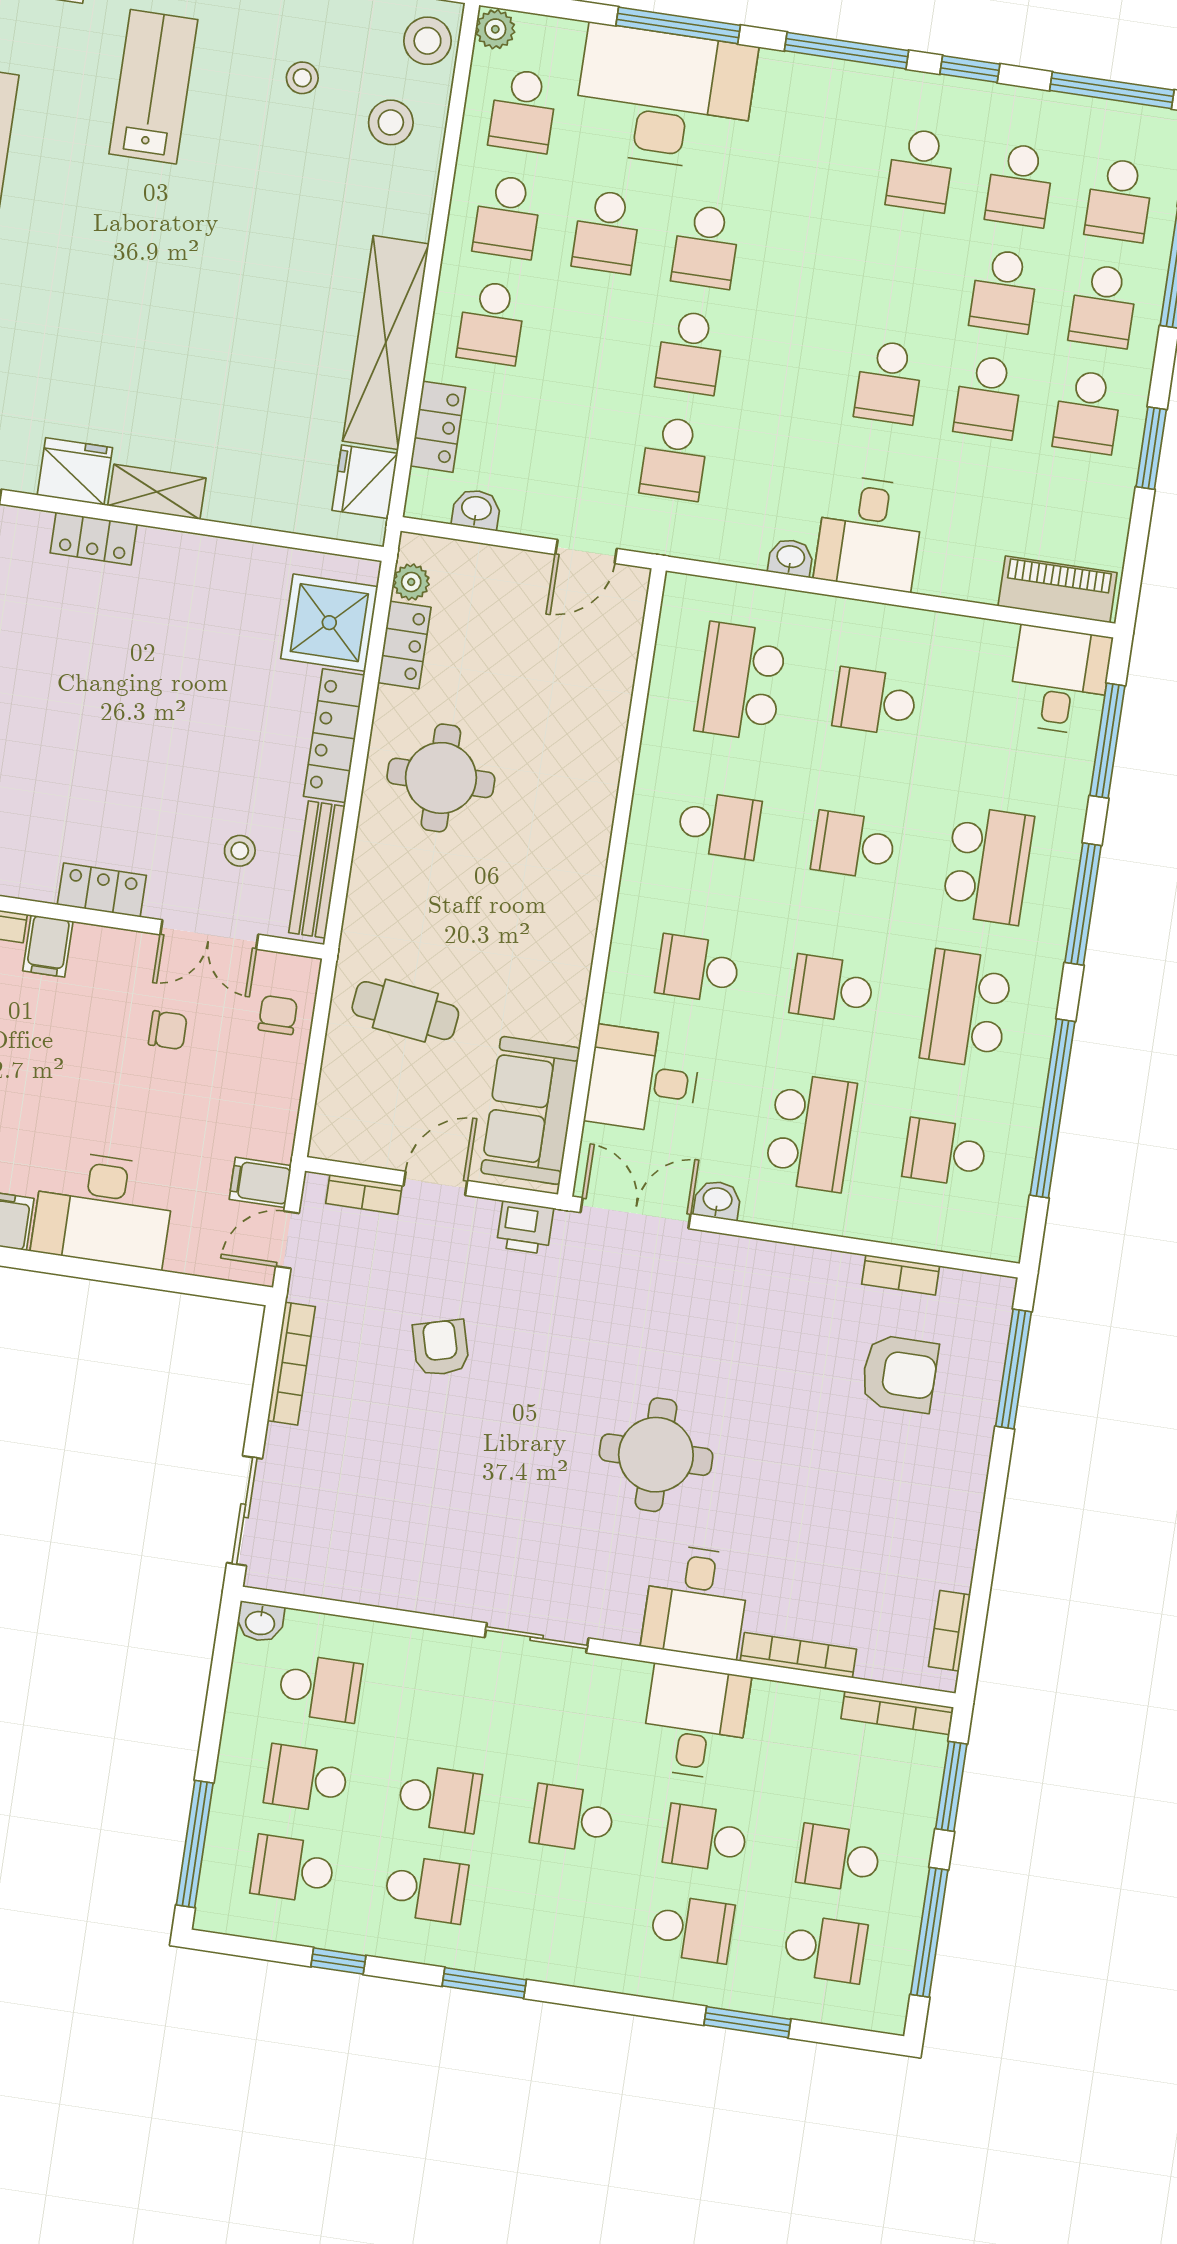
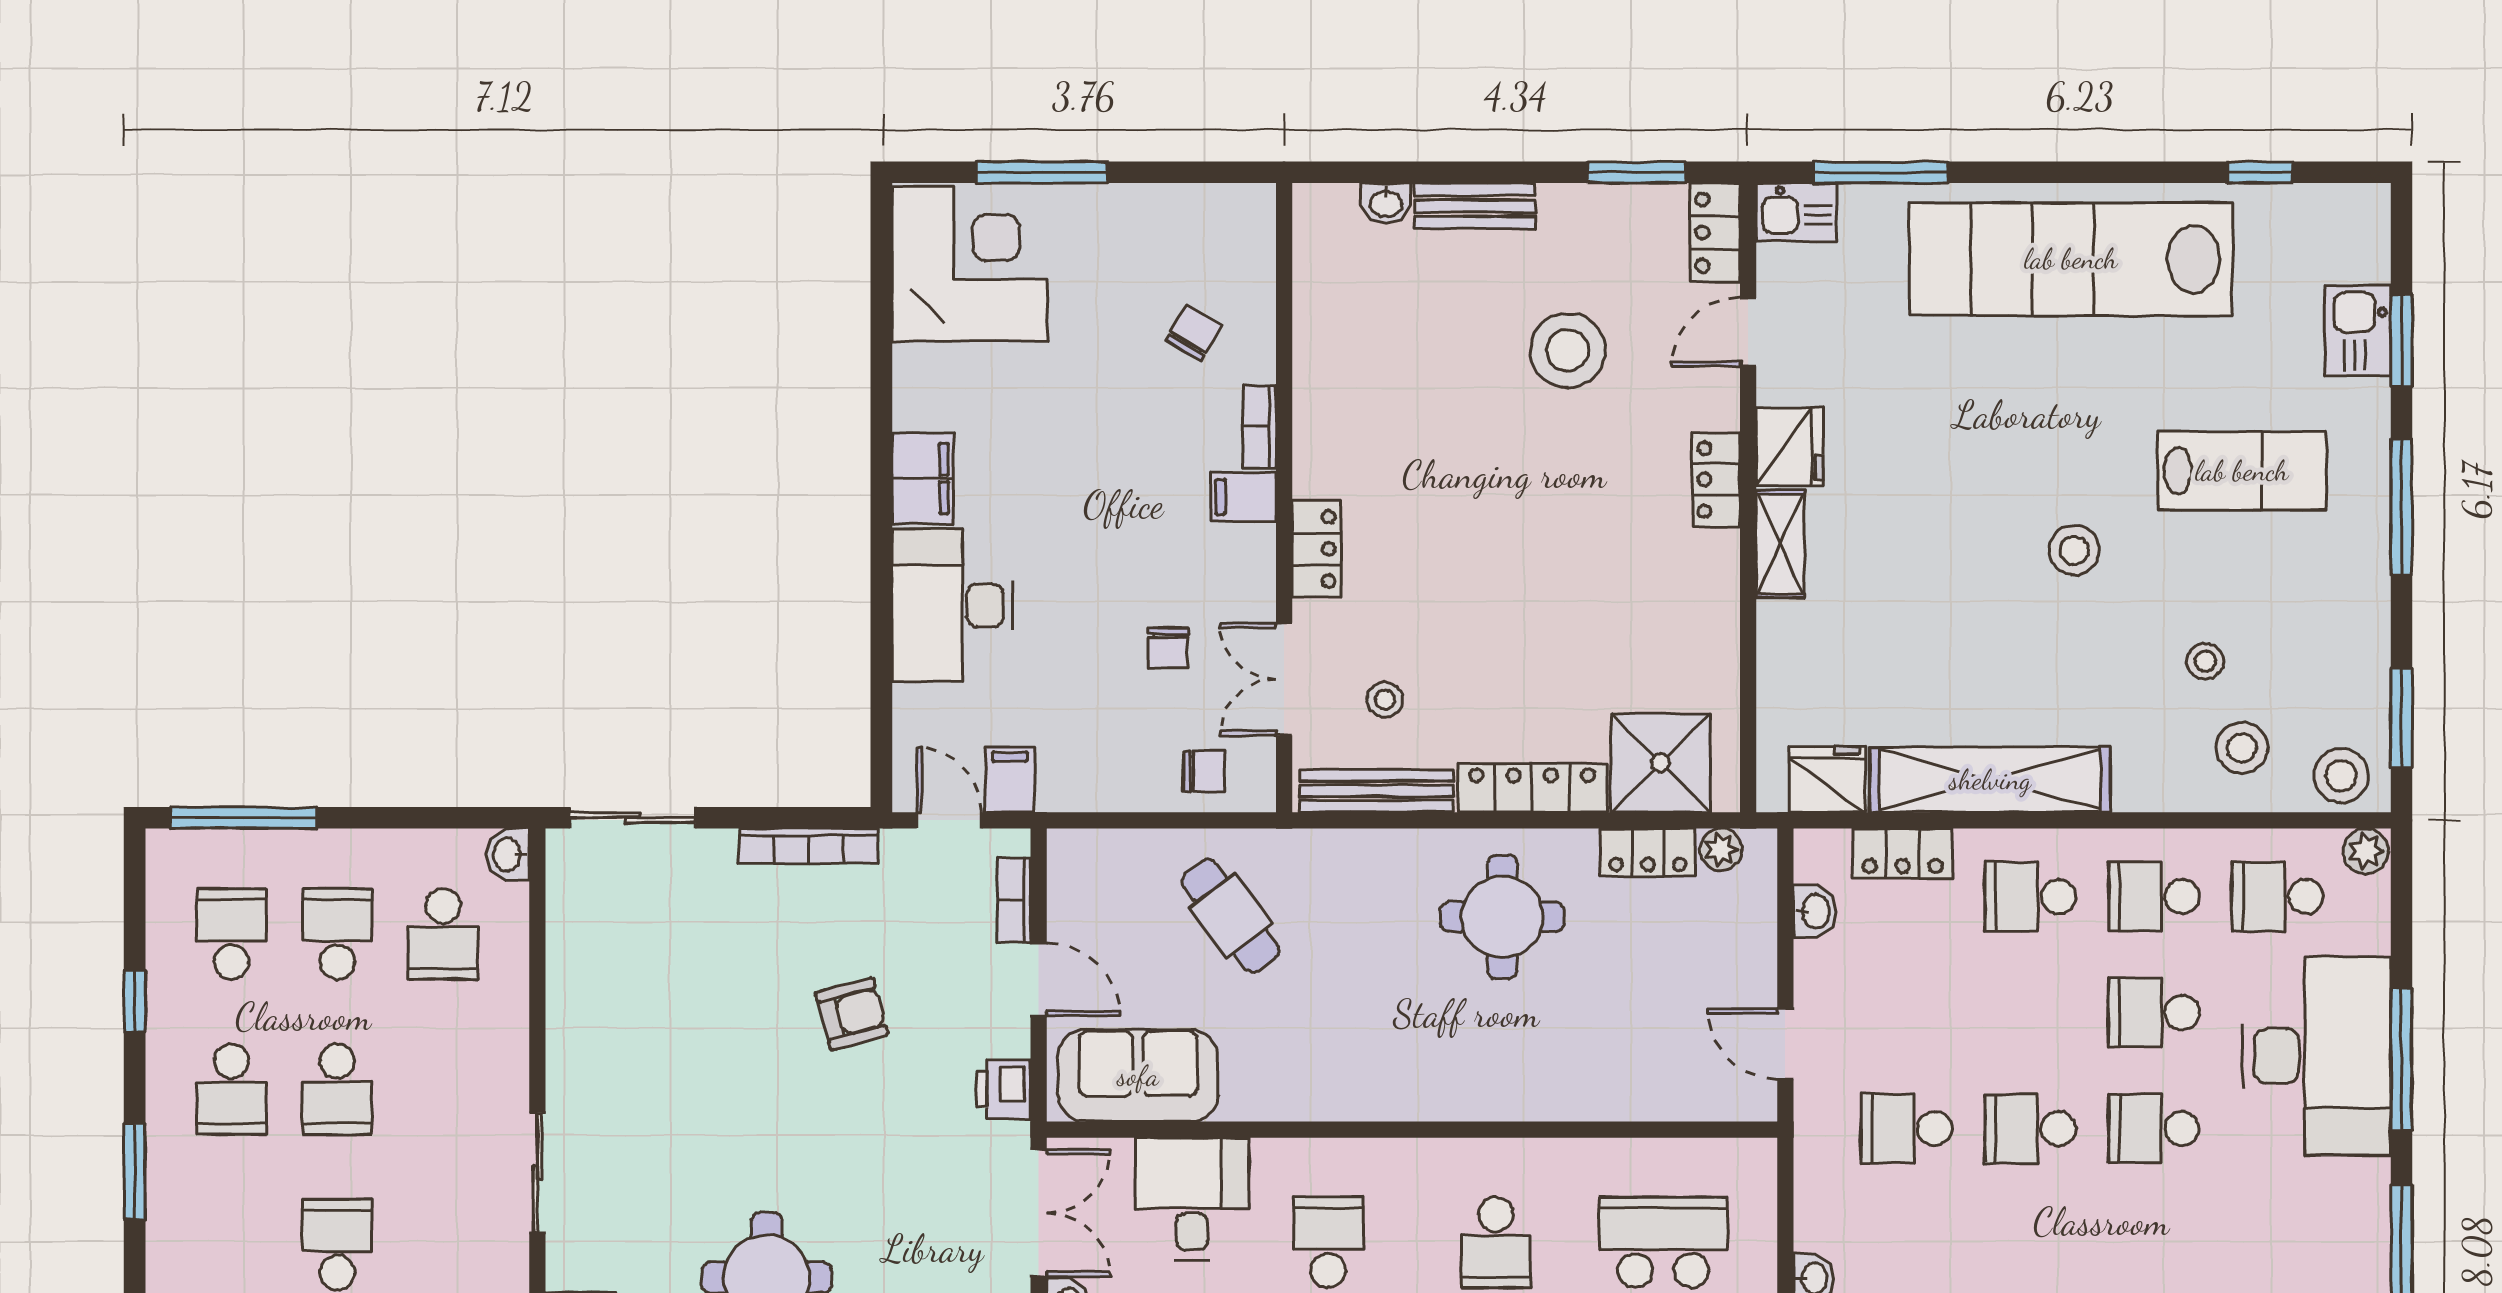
stool: (302, 78) -> (2205, 661), moved
stool: (200, 241) -> (2074, 550), added
cafe table: (405, 1011) -> (1231, 916), turned -44

